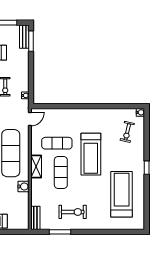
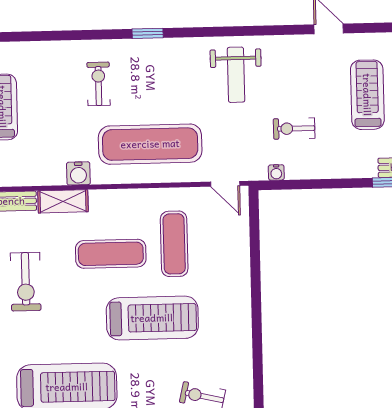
treadmill: (91, 154) -> (152, 318), turned 180
shelving: (36, 167) -> (63, 201), moved

